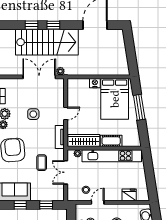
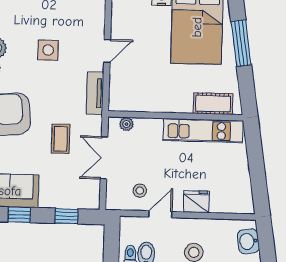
wardrobe: (84, 141) -> (138, 101), removed
cot: (111, 141) -> (213, 104), moved
kitchen unit: (112, 156) -> (203, 131), width x0.73
fridge: (129, 195) -> (196, 202), moved

